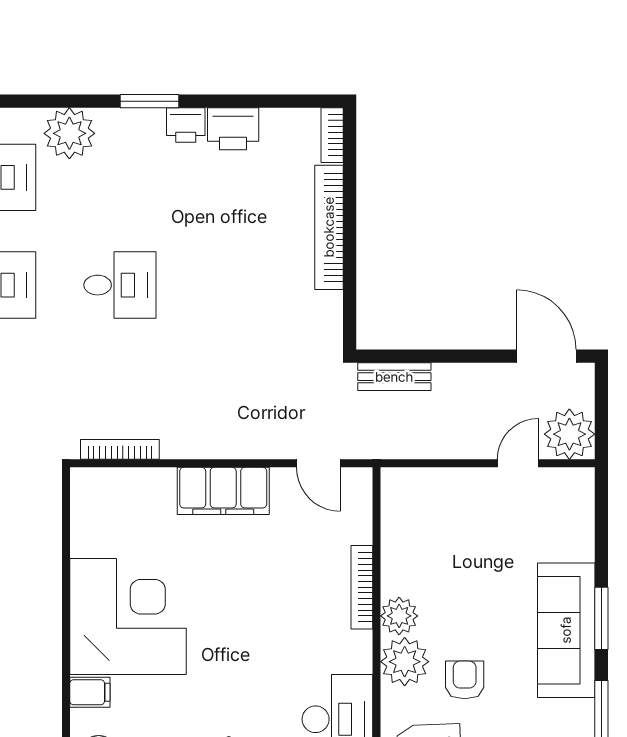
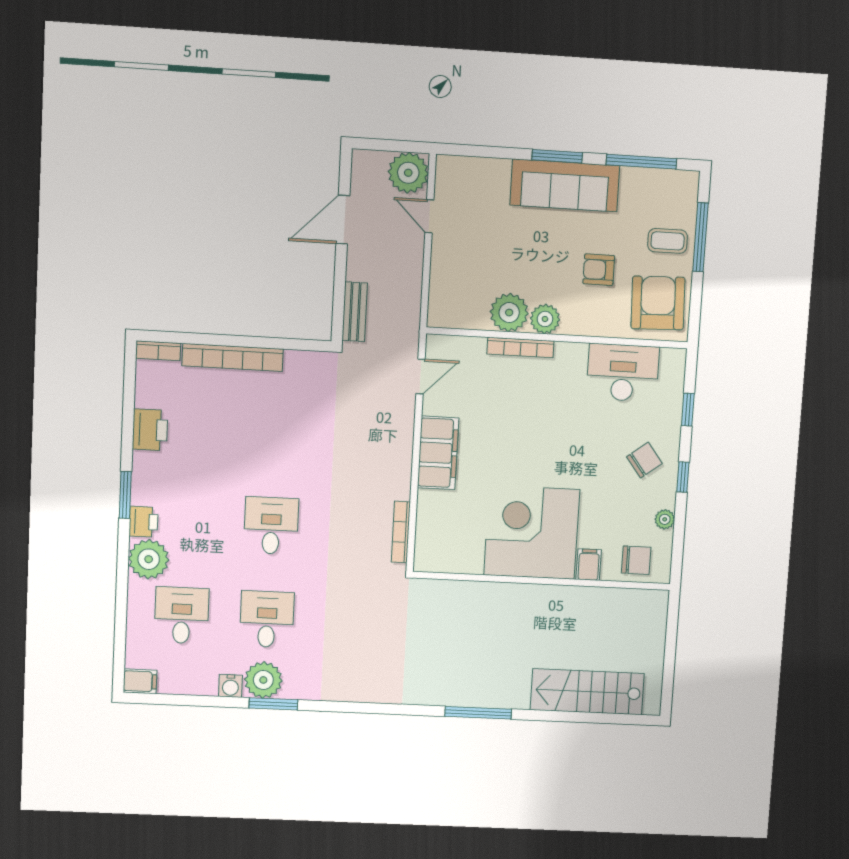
printer: (186, 125) -> (144, 522), moved
door: (546, 356) -> (343, 220), moved
plant: (405, 662) -> (509, 313), moved

